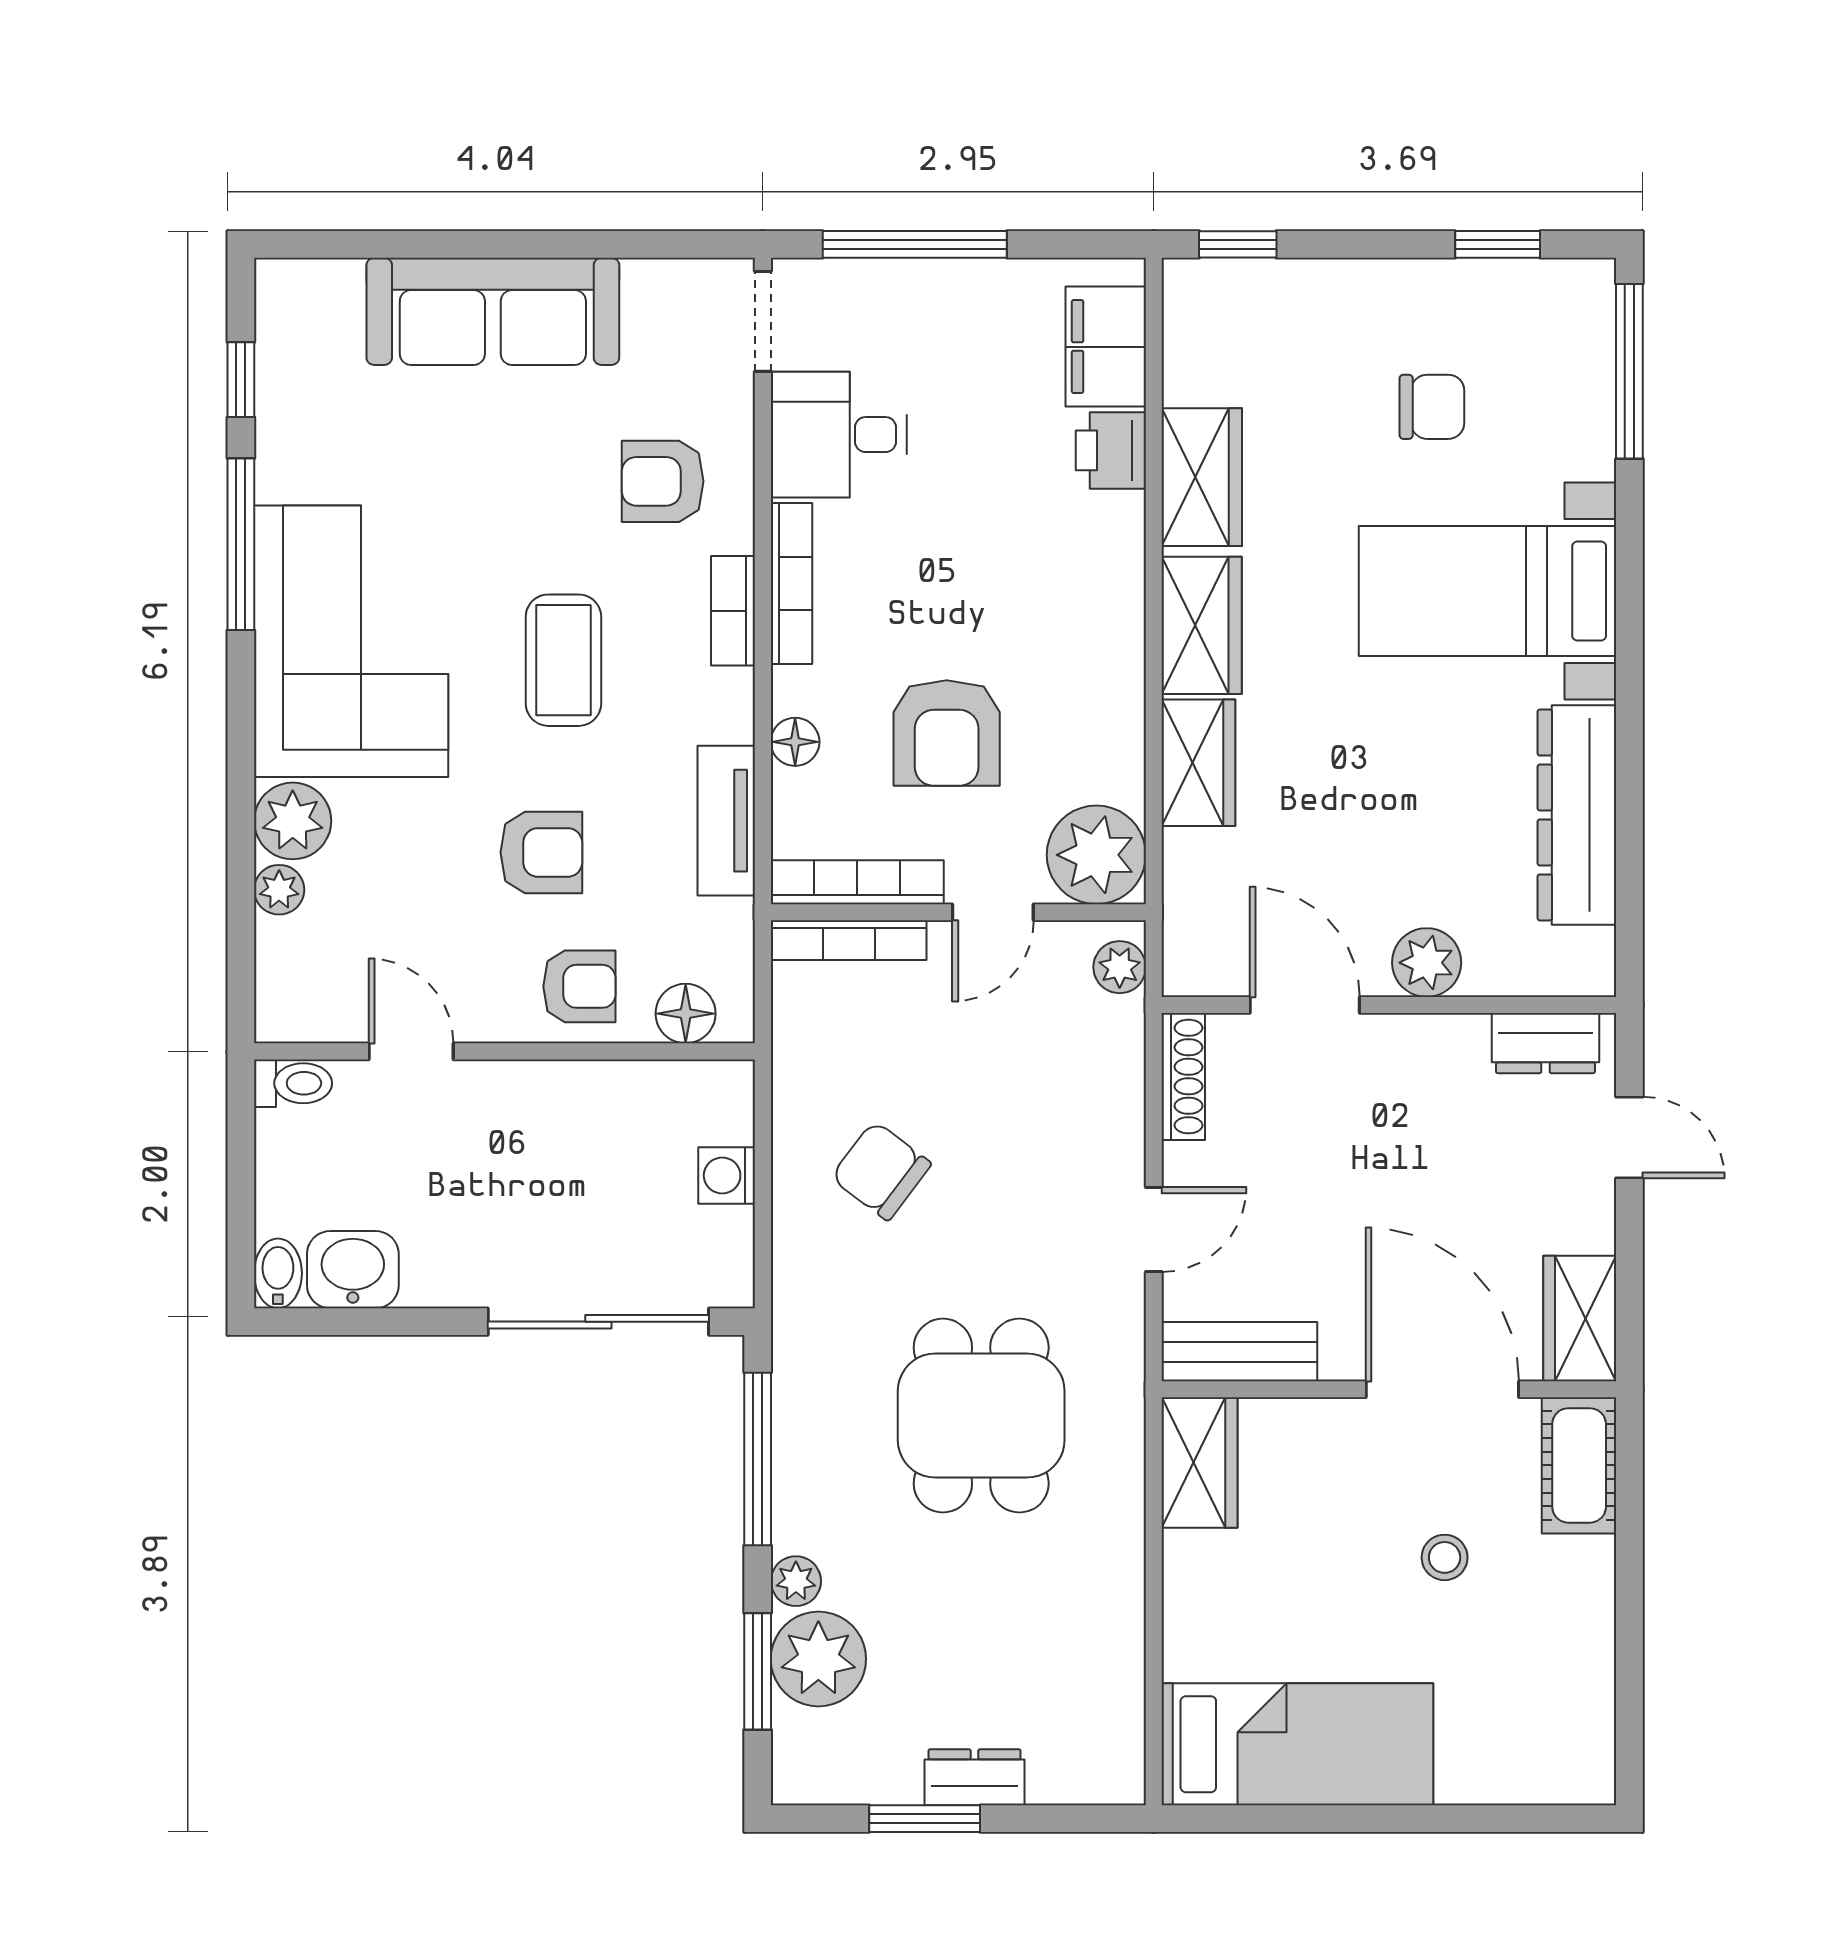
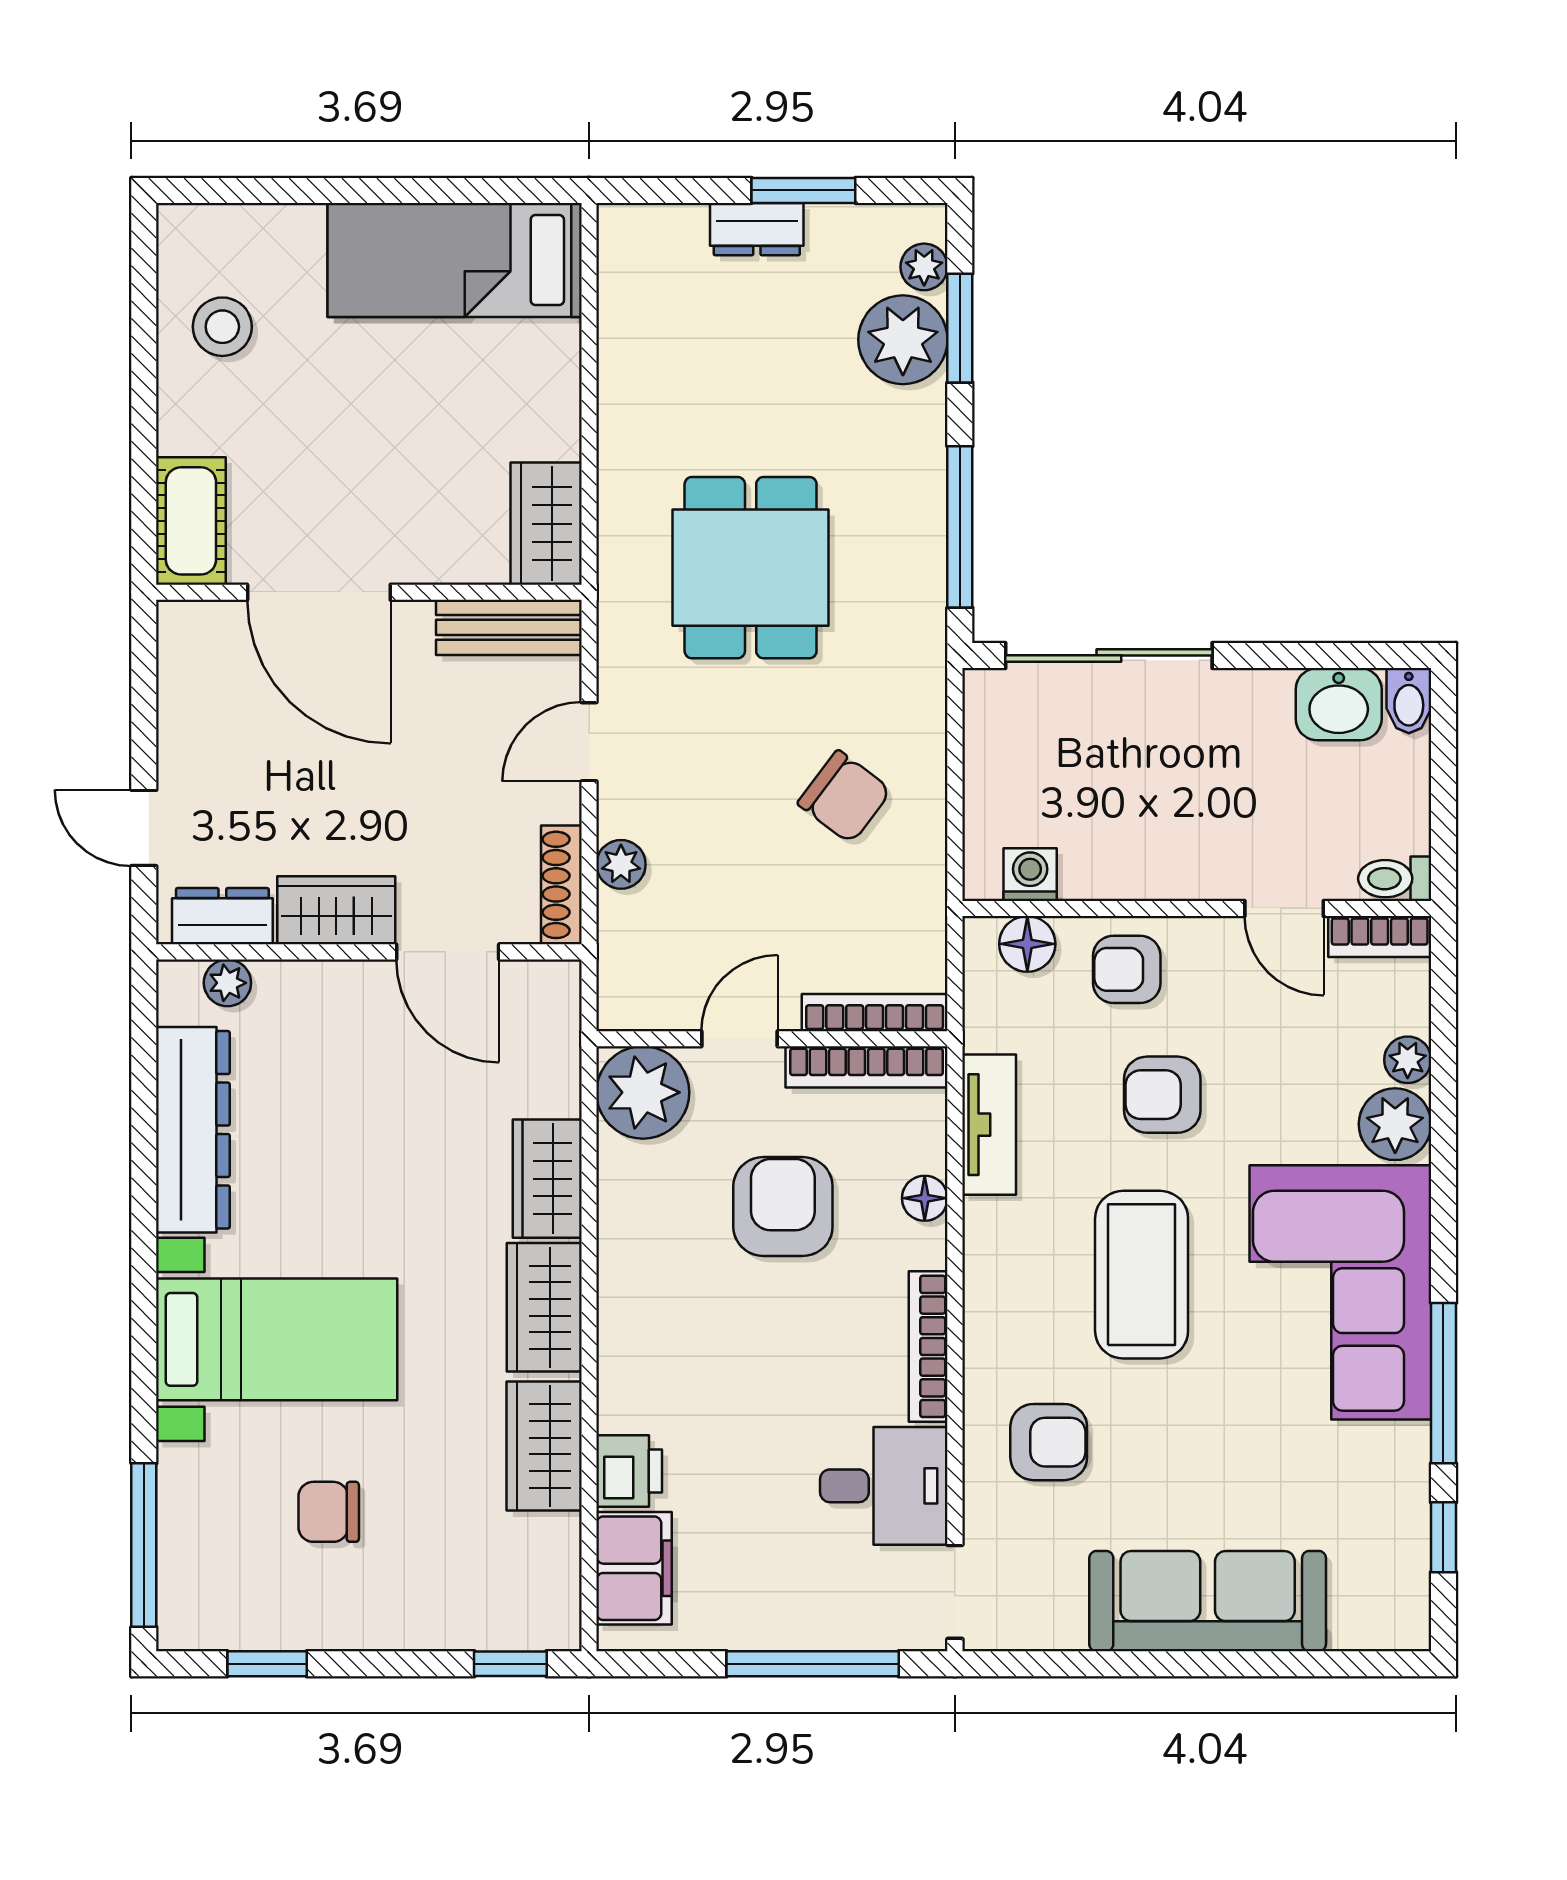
bookcase: (733, 611) -> (1380, 936), moved, turned 90
coffee table: (563, 660) -> (1142, 1275), width x1.36, depth x1.32
plant: (1427, 963) -> (227, 983), moved, width x0.73, depth x0.73
plant: (1120, 967) -> (621, 864), moved
washing machine: (727, 1175) -> (1030, 875), moved, turned -90
wardrobe: (1580, 1318) -> (336, 910), moved, turned -90
stool: (1445, 1557) -> (222, 327), moved, width x1.37, depth x1.37
plant: (796, 1581) -> (924, 267), moved

